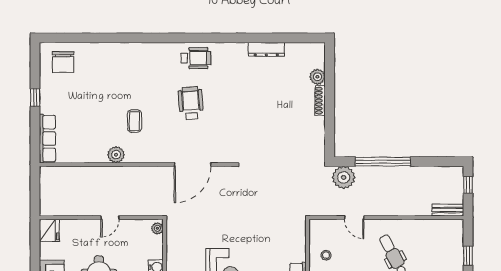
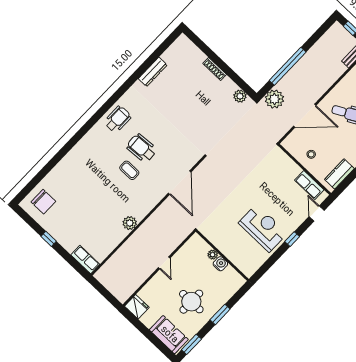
plant: (317, 77) -> (240, 96), moved
coffee table: (135, 121) -> (129, 170), moved
row of seats: (47, 138) -> (85, 260), width x0.68
door: (354, 218) -> (305, 116), width x1.88
plant: (157, 228) -> (213, 255), moved

